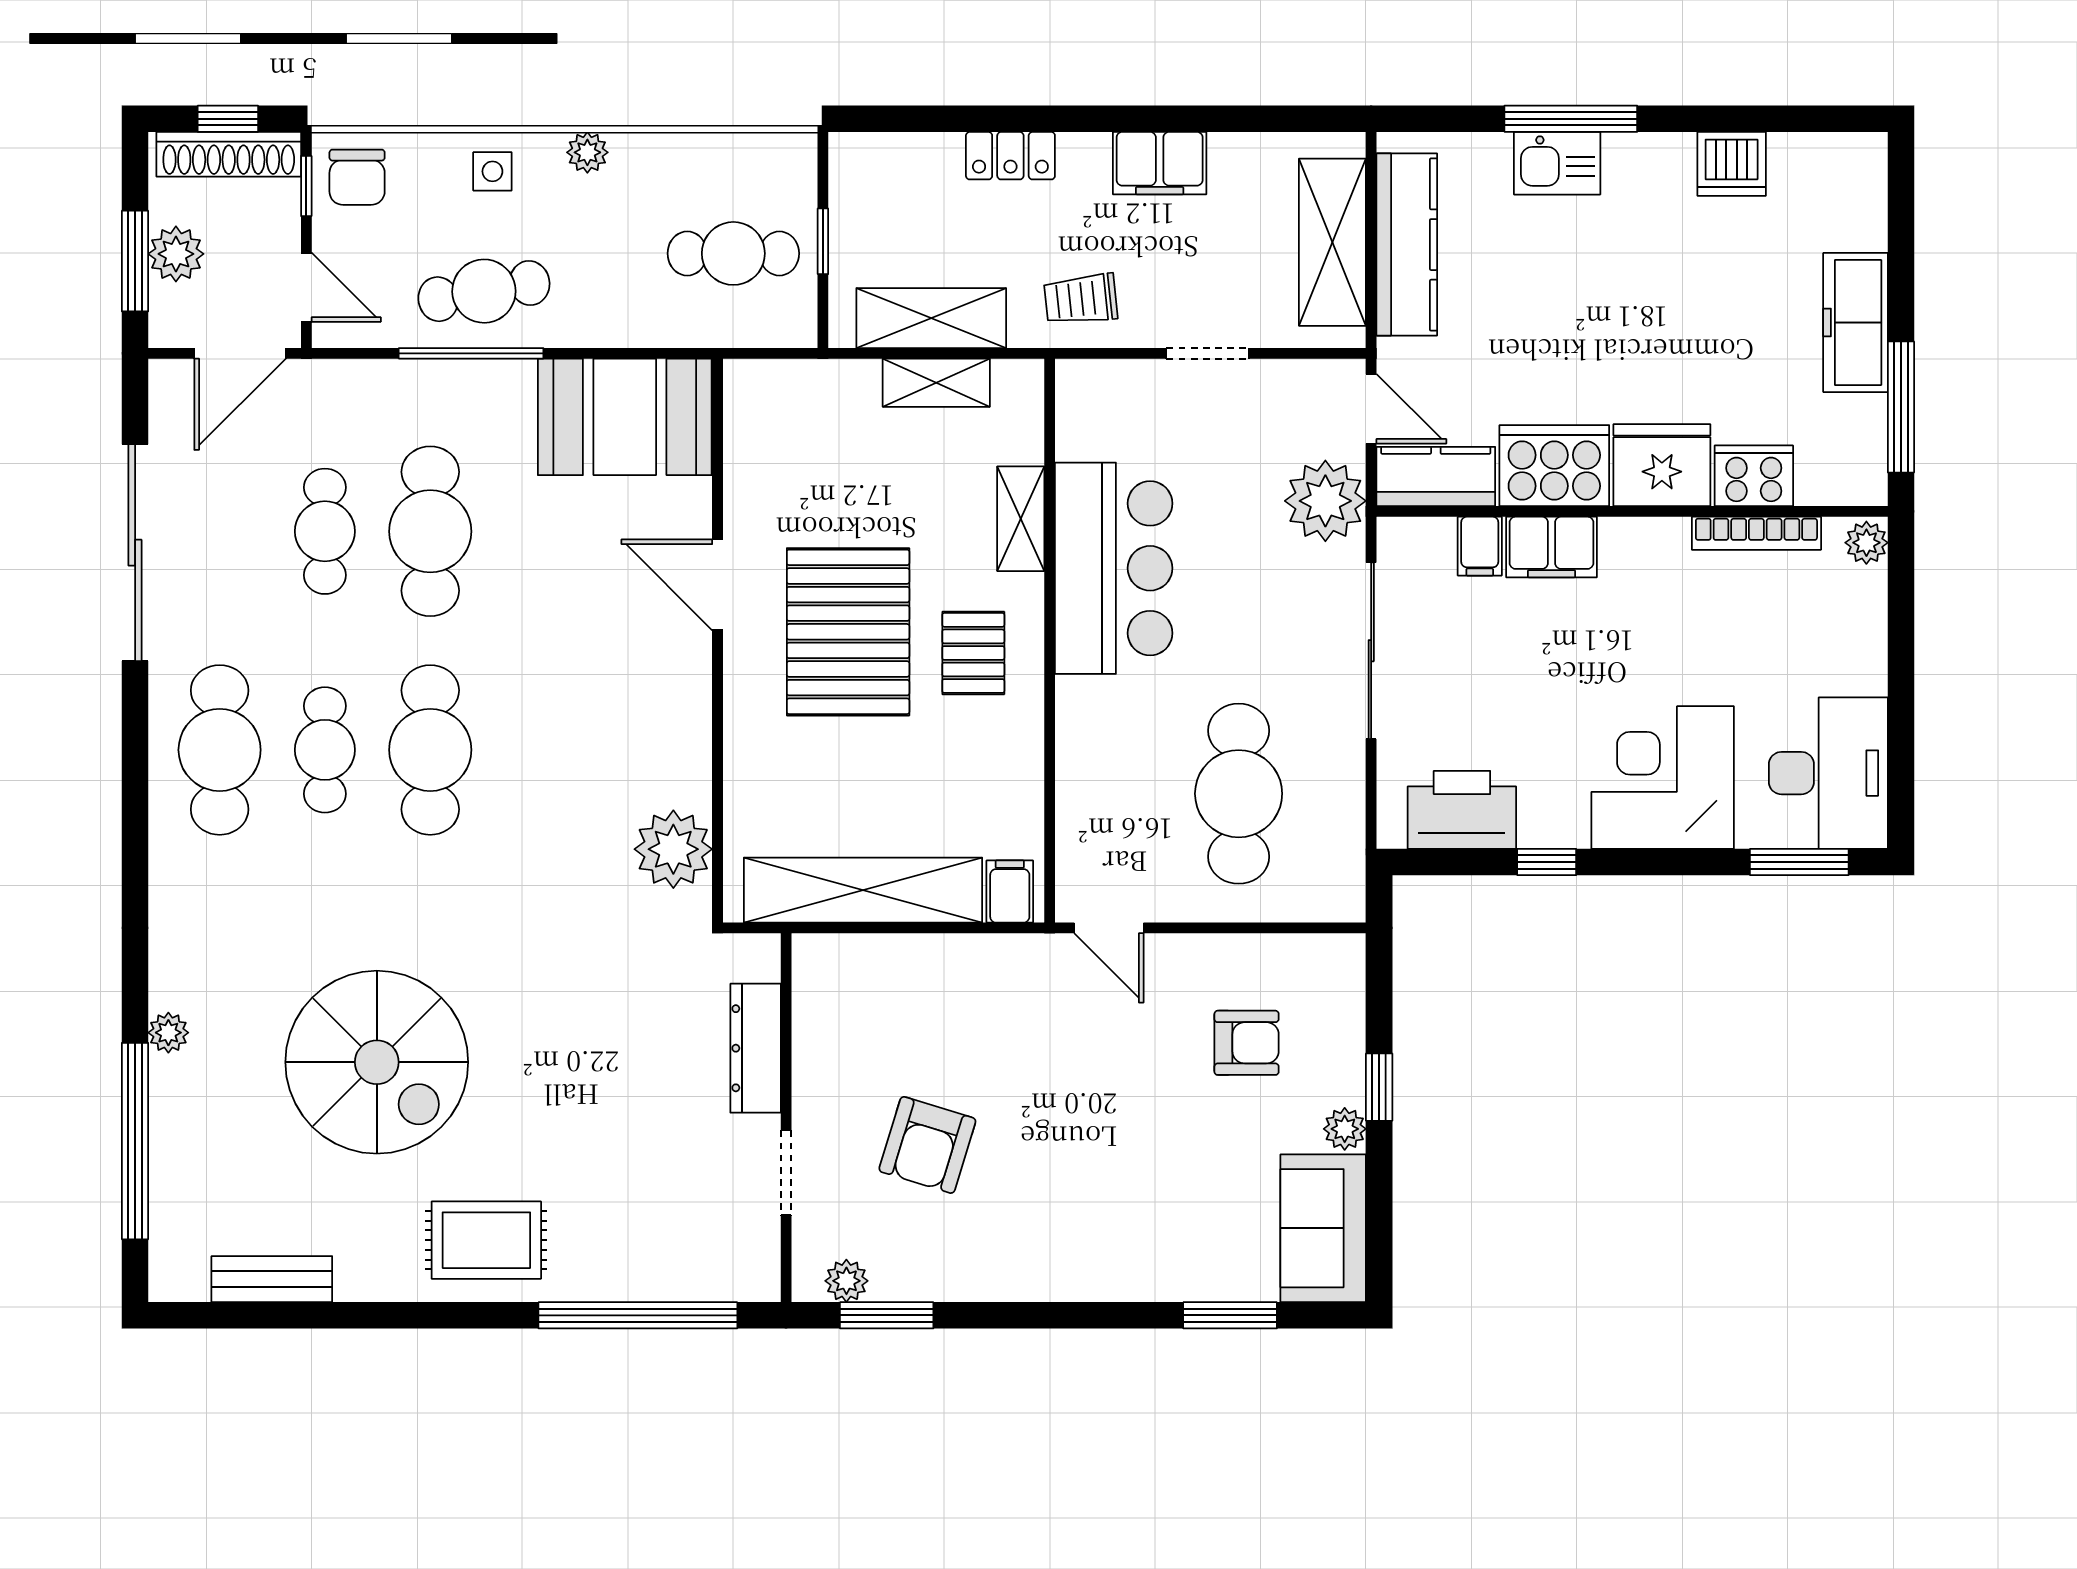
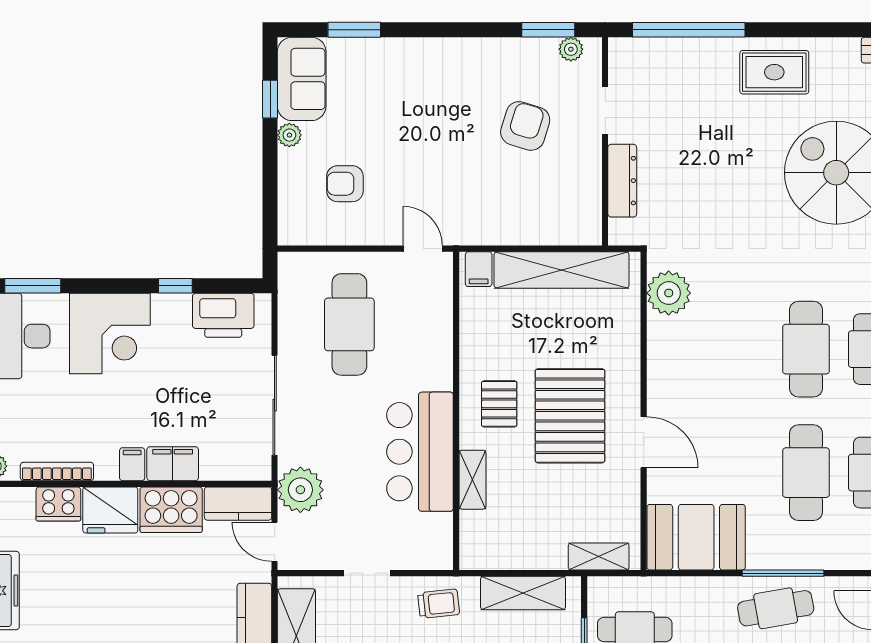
shelving: (936, 383) -> (599, 557), moved
filing cabinet: (1480, 546) -> (132, 464), moved
window: (1379, 1087) -> (270, 99), moved

